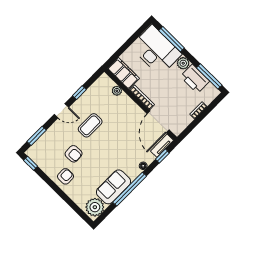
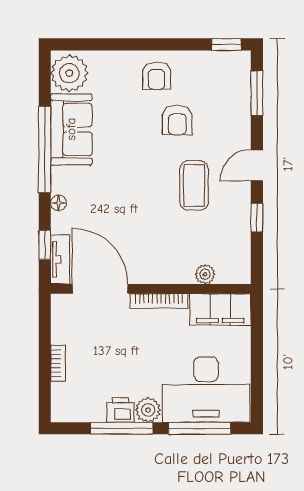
window: (209, 76) -> (122, 428), moved
printer: (195, 79) -> (120, 410), width x0.53, depth x0.68
armchair: (74, 154) -> (177, 120), turned -88

